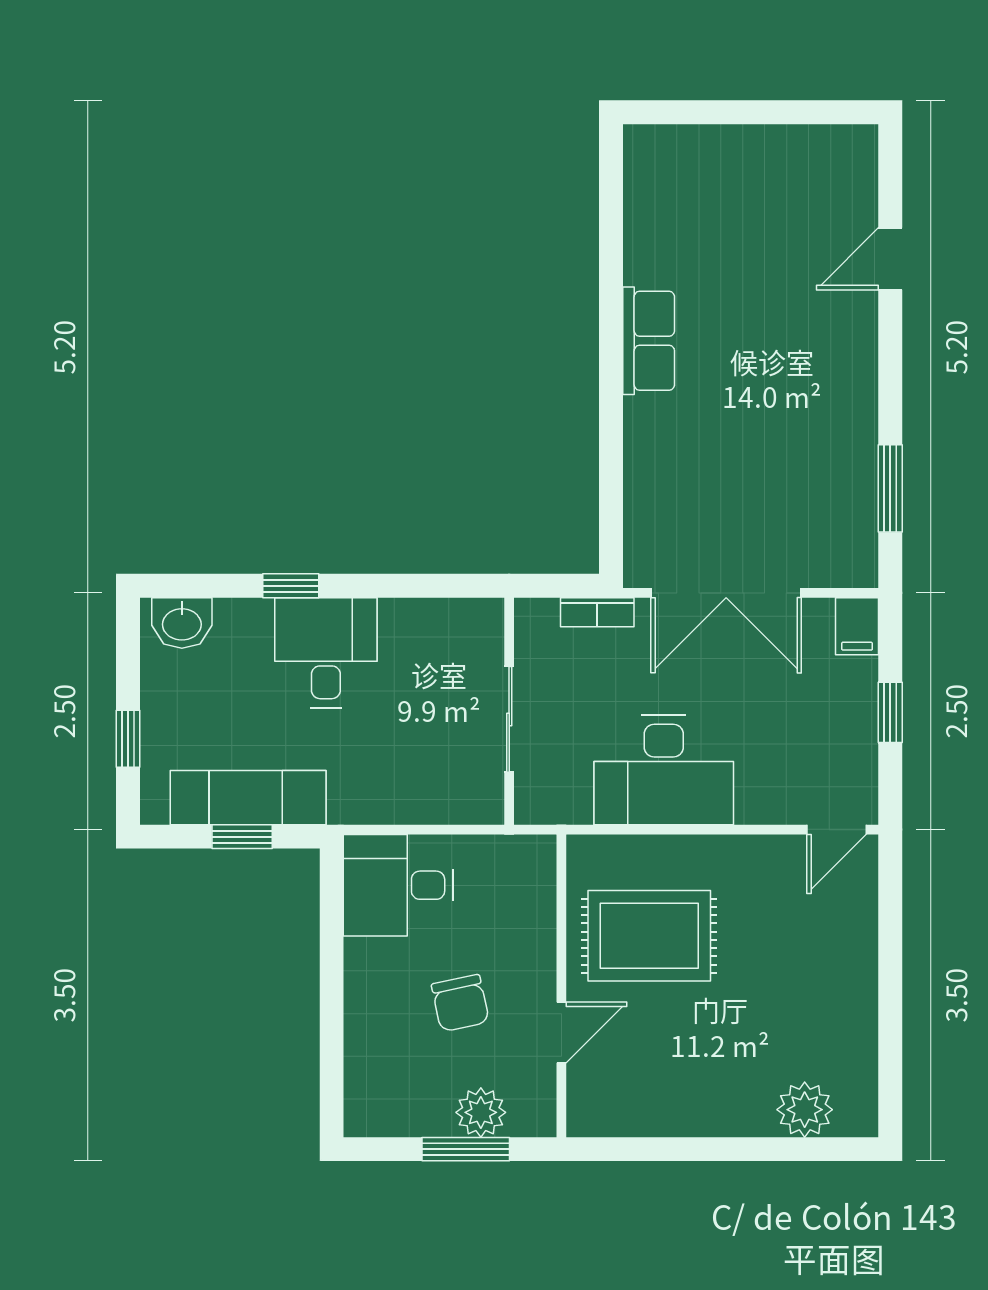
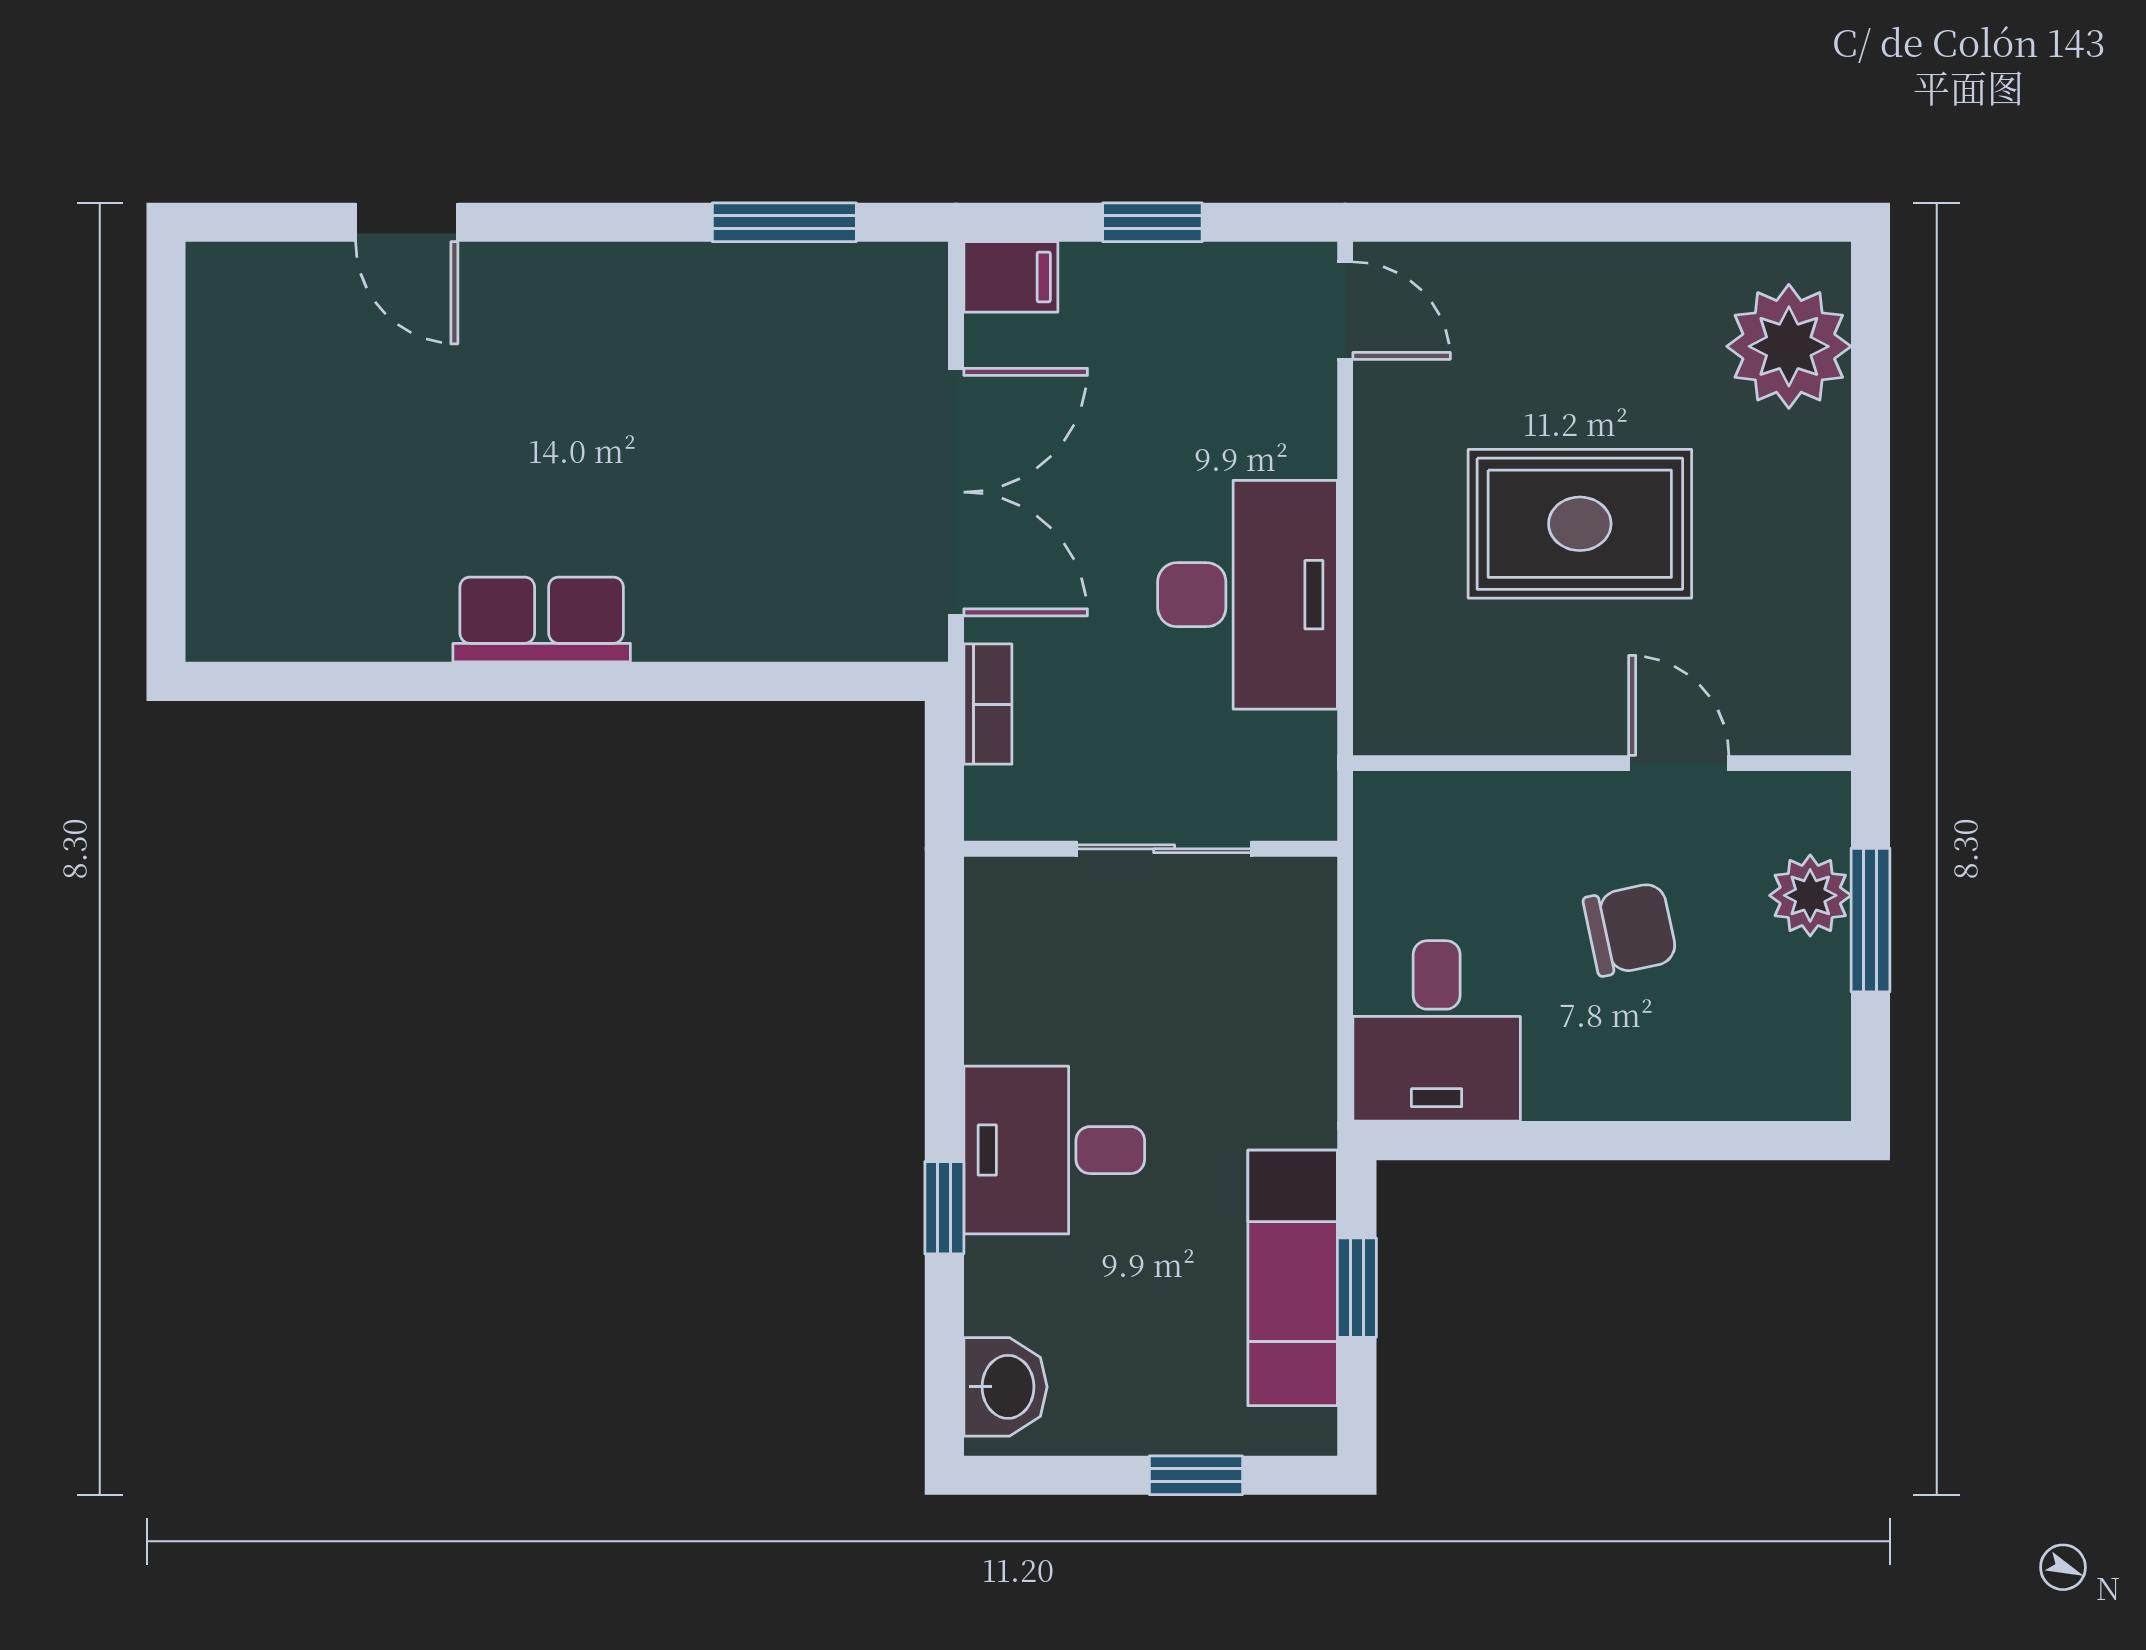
rug: (649, 936) -> (1580, 524), moved, turned 90
plant: (805, 1110) -> (1789, 346), width x1.36, depth x1.36

